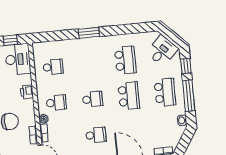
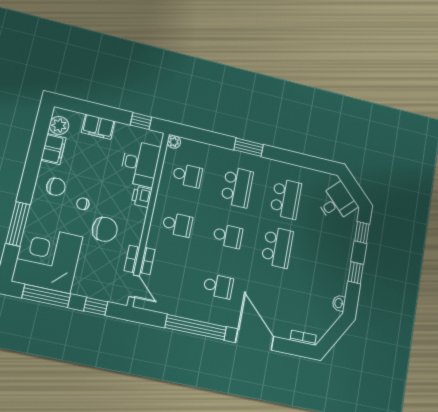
desk: (18, 59) -> (140, 164), moved
school desk: (165, 92) -> (237, 187), moved
window: (189, 96) -> (356, 273), width x0.46
plant: (44, 119) -> (174, 142), moved

